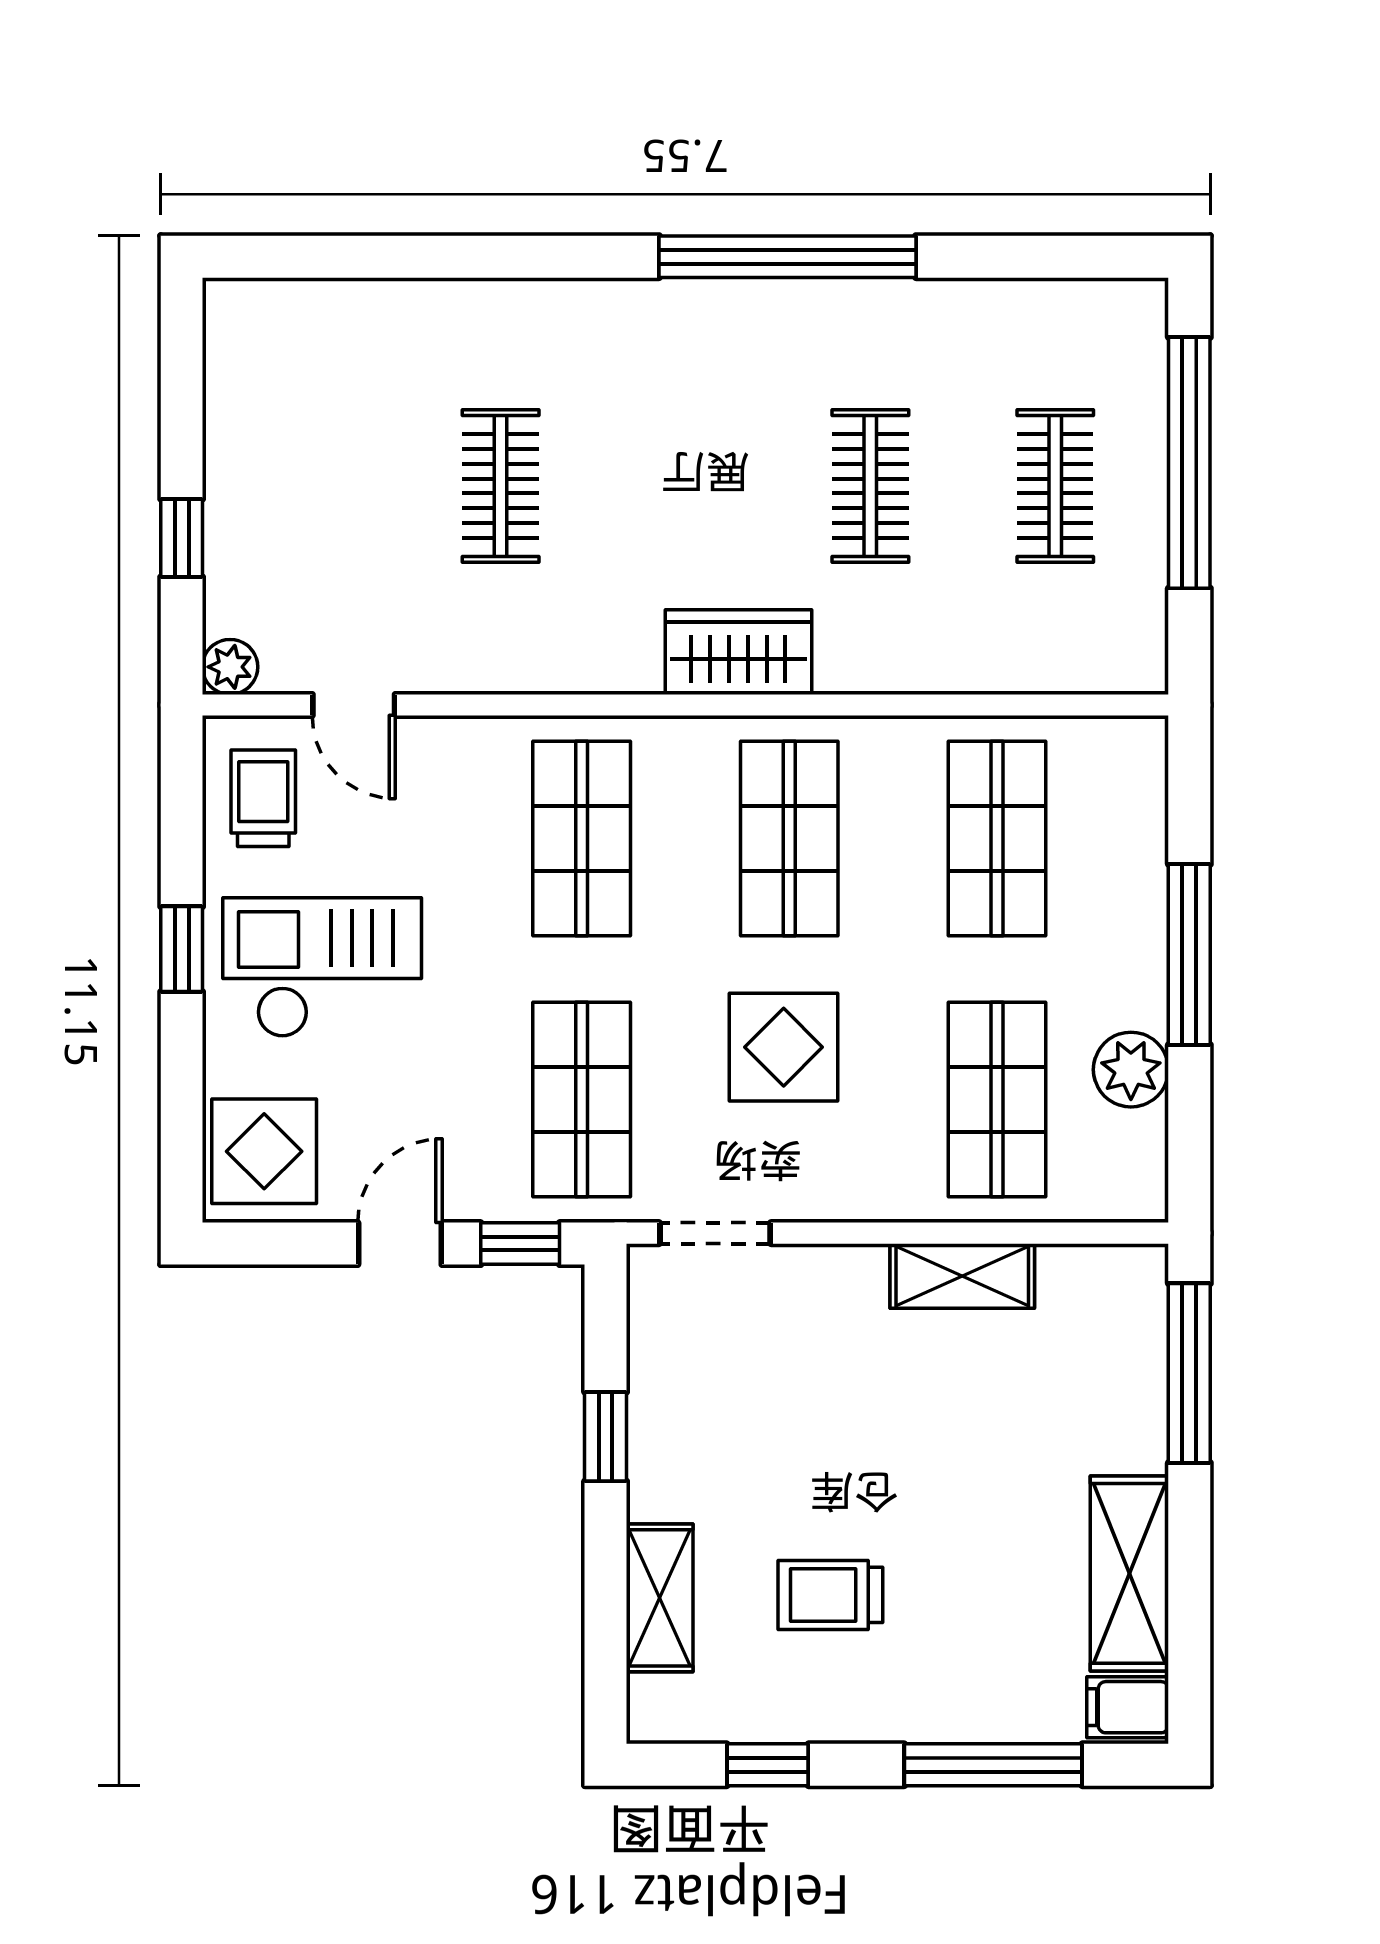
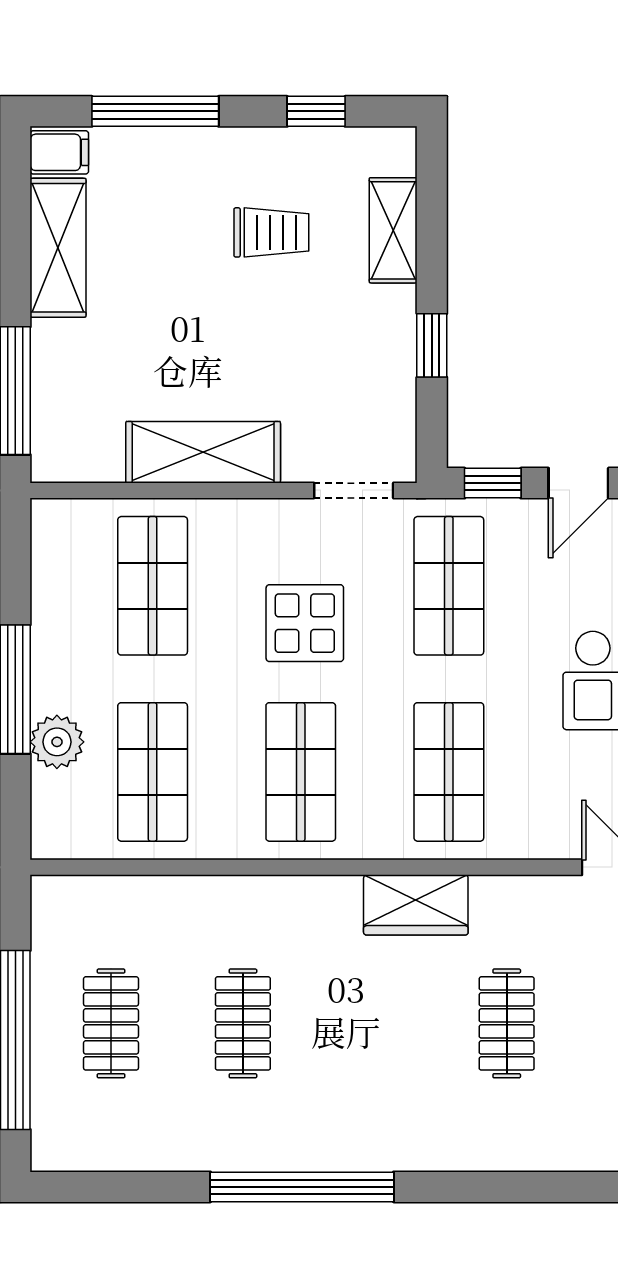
wardrobe: (738, 652) -> (416, 905), moved
plant: (1131, 1070) -> (57, 742), moved
shelving: (962, 1276) -> (203, 452), width x1.50, depth x1.33

